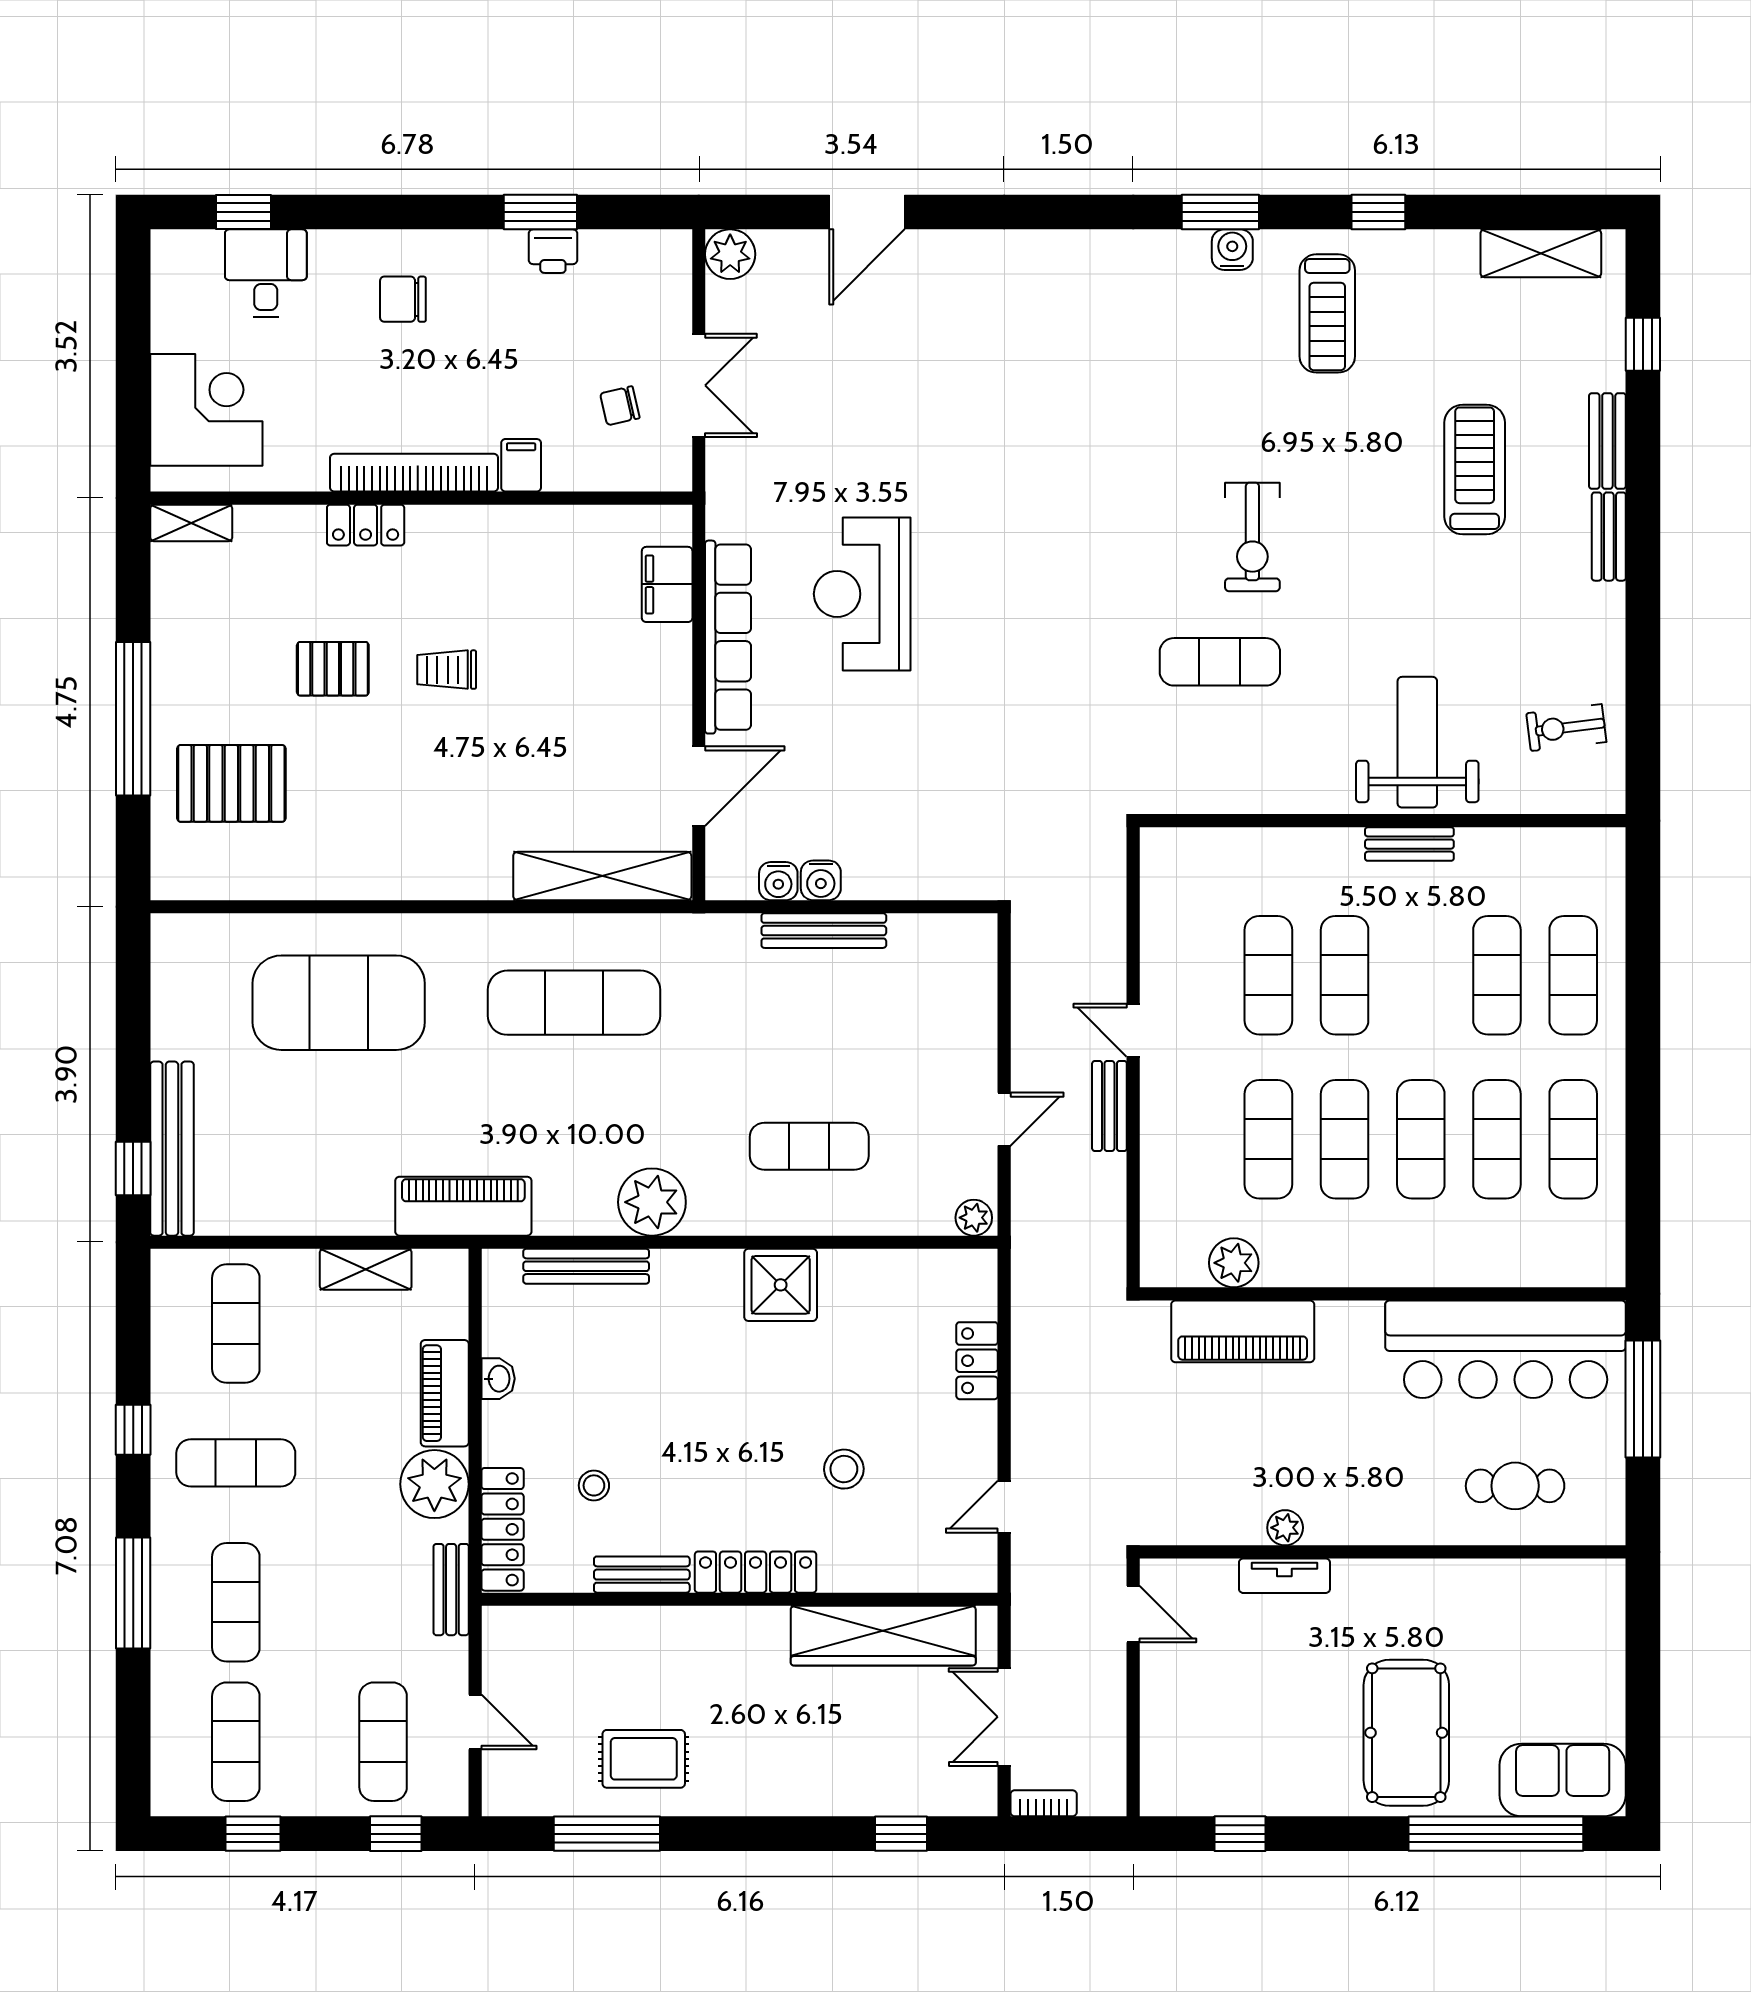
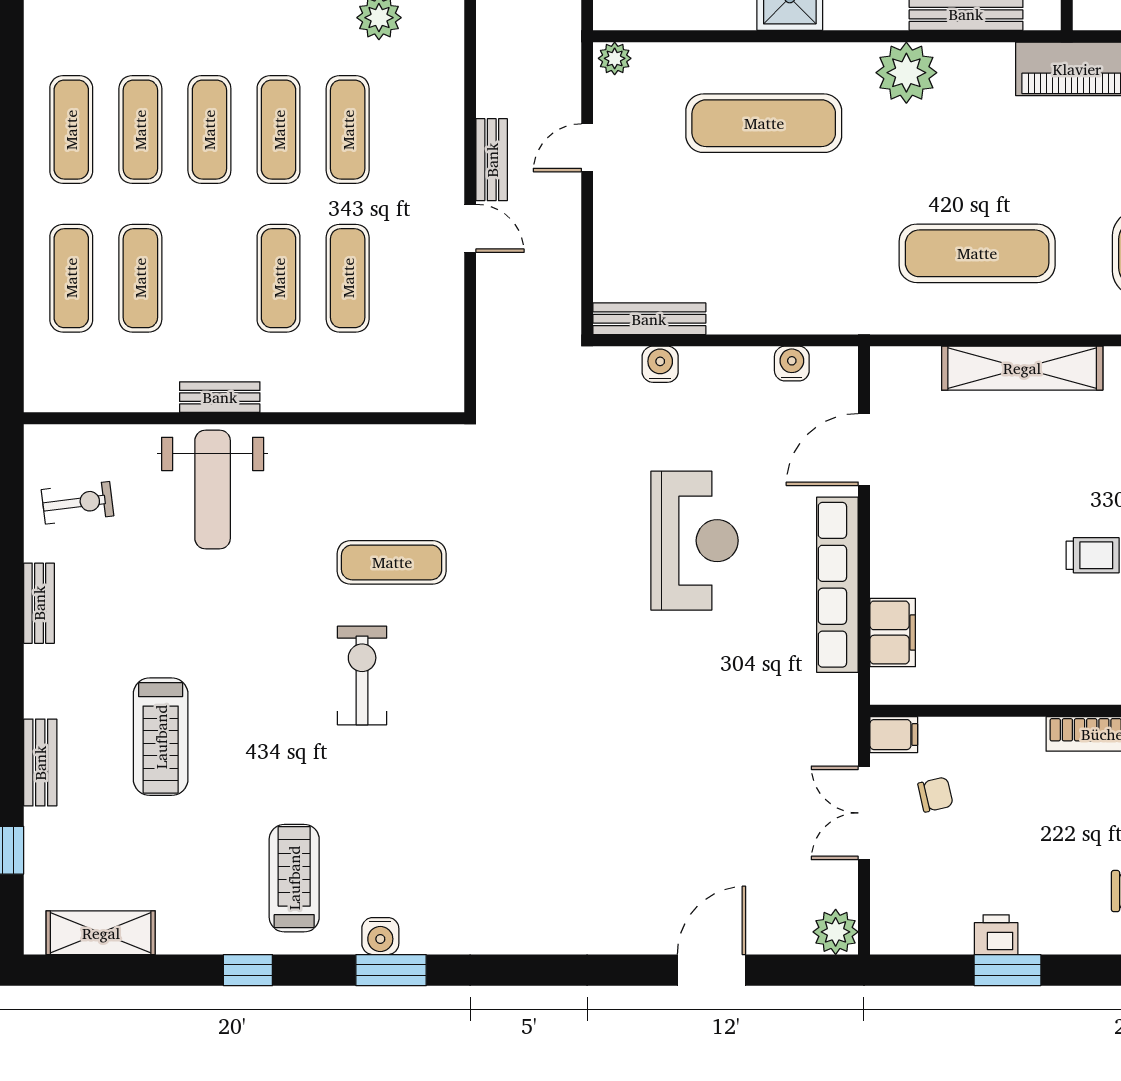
filing cabinet: (521, 465) -> (894, 735), moved, turned -90
bench: (1609, 537) -> (39, 603), moved
reception desk: (862, 594) -> (694, 541), moved
shelving: (602, 876) -> (1022, 368), moved
water cooler: (821, 880) -> (660, 364), moved
bench: (824, 931) -> (649, 319), moved
exercise mat: (809, 1146) -> (764, 123), width x1.36, depth x1.45

